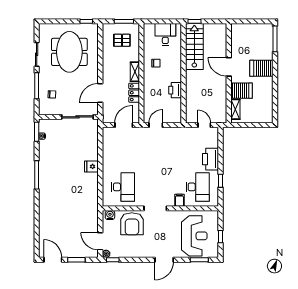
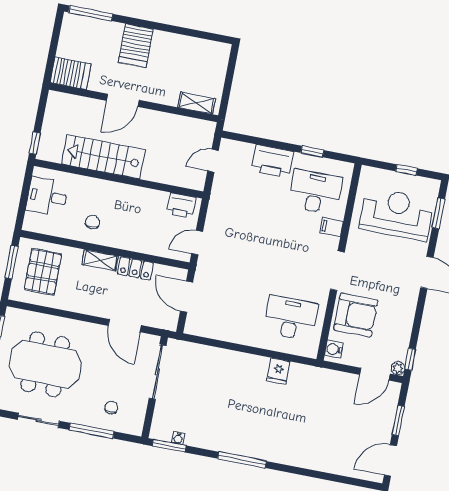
pallet: (122, 40) -> (43, 272), width x1.50, depth x1.42
stairs: (194, 47) -> (103, 157), moved
printer: (175, 90) -> (181, 206), moved
server rack: (241, 91) -> (71, 73), moved, turned 90
door: (156, 125) -> (197, 243), hinge flipped
fridge: (91, 166) -> (278, 371), moved

